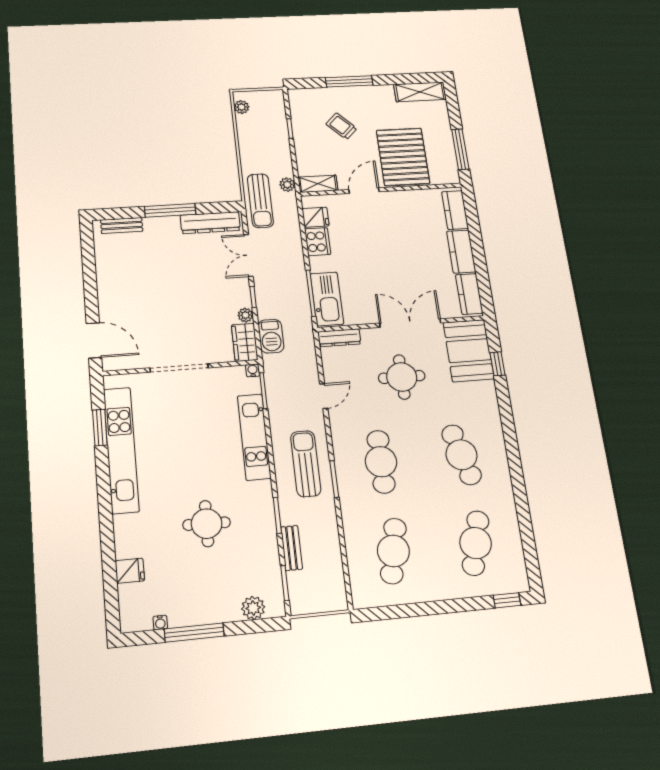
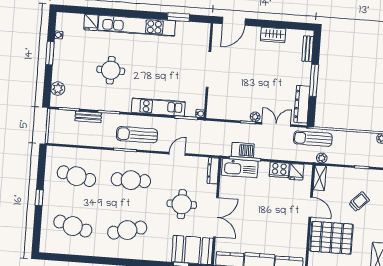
plant: (245, 315) -> (255, 117), moved
barbecue: (271, 336) -> (243, 150), moved, turned 180
wardrobe: (245, 342) -> (273, 35), moved, turned 180
door: (324, 396) -> (177, 154), swing flipped
kitchen unit: (121, 450) -> (137, 26), moved
sun lounger: (306, 464) -> (137, 135), turned 180
window: (507, 600) -> (39, 197), moved
window: (194, 633) -> (50, 53), width x0.69

